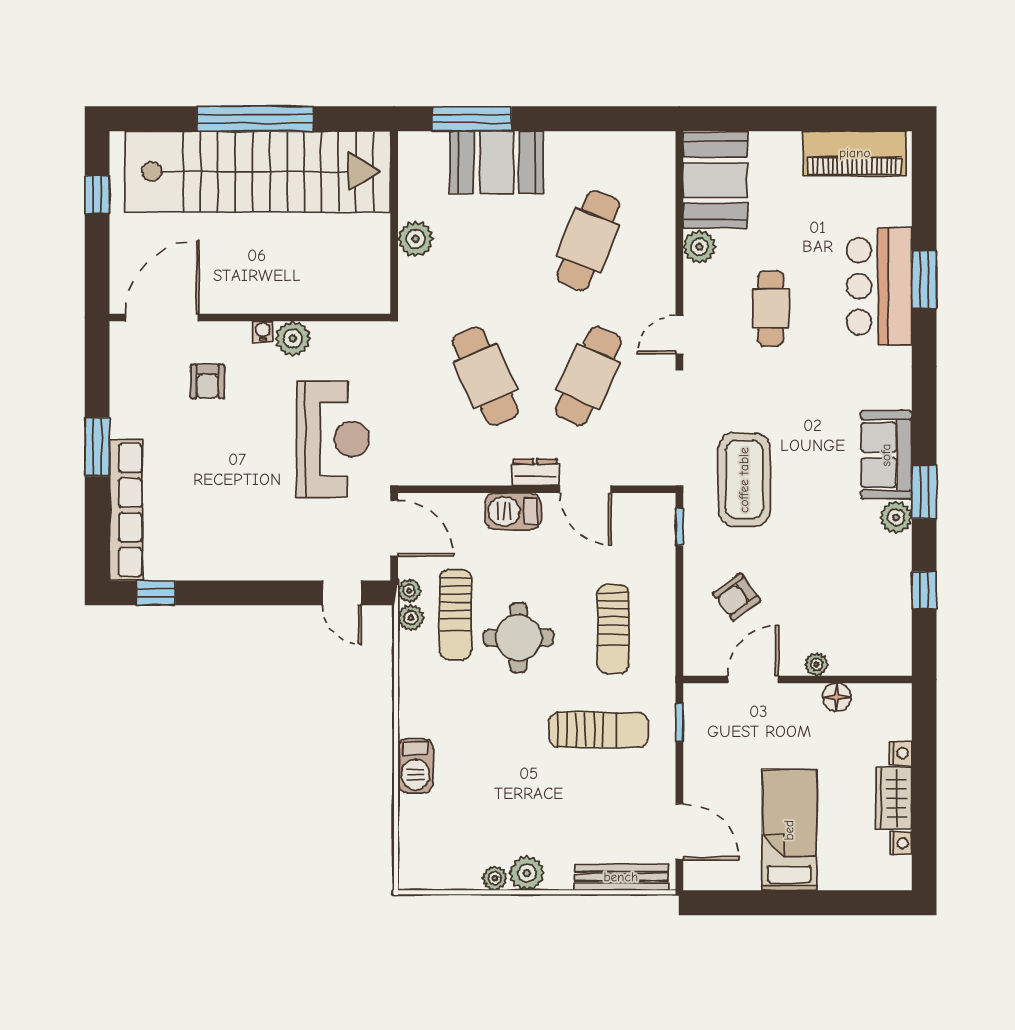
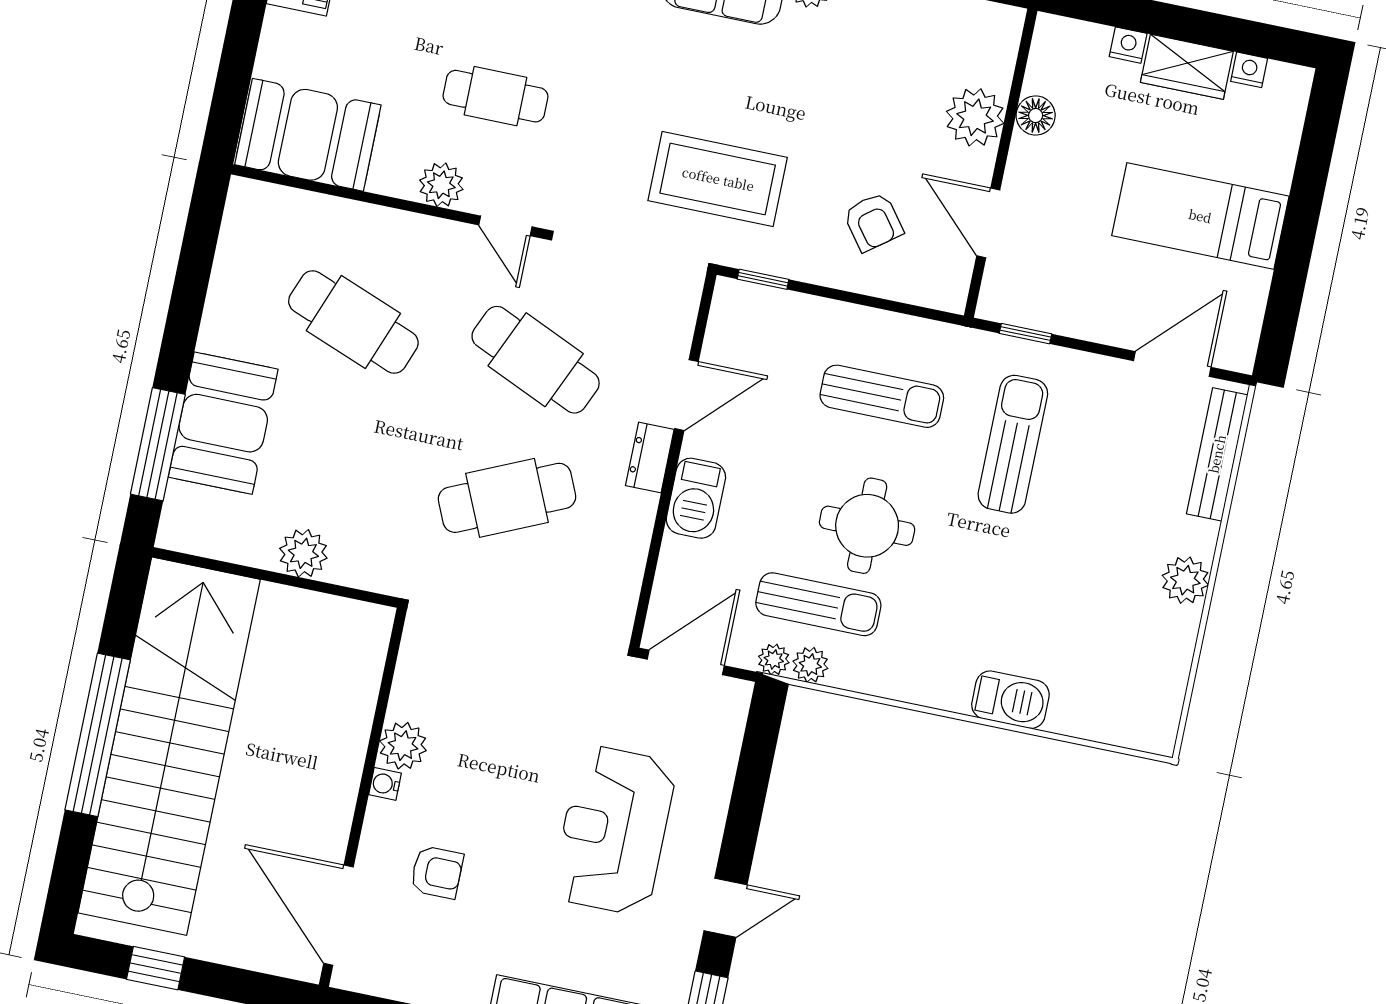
plant: (699, 247) -> (441, 185), moved
reception desk: (333, 439) -> (614, 830), moved, turned -90
door: (342, 593) -> (725, 908), moved
plant: (816, 664) -> (975, 117), width x1.87, depth x1.87
plant: (495, 878) -> (1183, 625), removed

